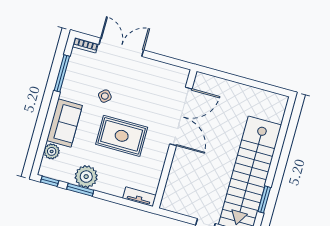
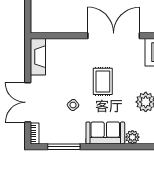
fireplace: (168, 72) -> (38, 57), added
double door: (181, 116) -> (114, 36), moved
rug: (122, 136) -> (103, 81), width x0.73, depth x0.70

